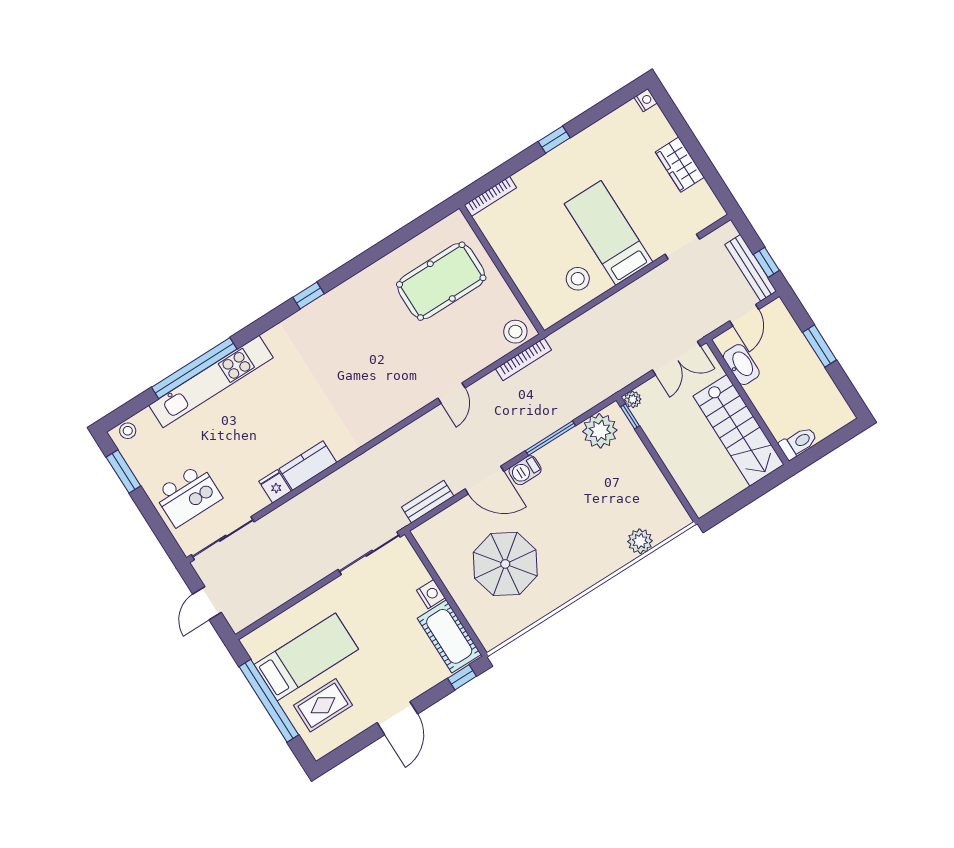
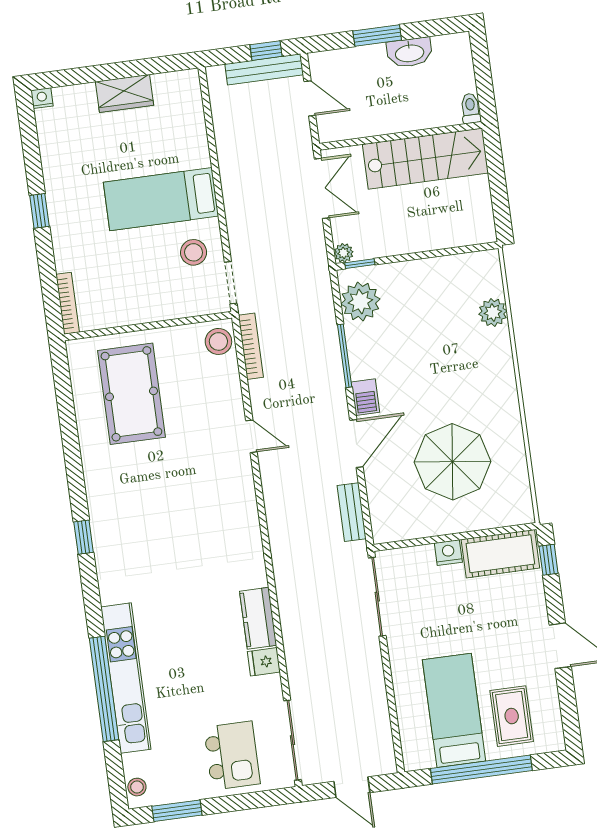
doorway: (682, 247) -> (231, 283), moved
washbasin: (741, 365) -> (409, 53), moved, turned 180
toilet: (798, 443) -> (471, 108), width x0.73, depth x0.72

